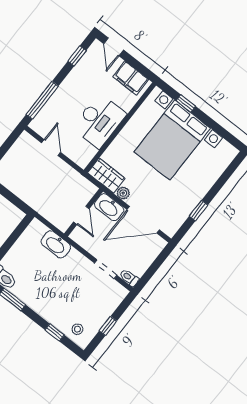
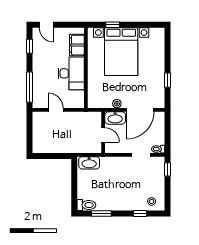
filing cabinet: (131, 78) -> (77, 45), moved, turned 90
wardrobe: (106, 176) -> (100, 101), removed
washbasin: (56, 244) -> (89, 163), moved
window: (108, 326) -> (168, 169), moved

